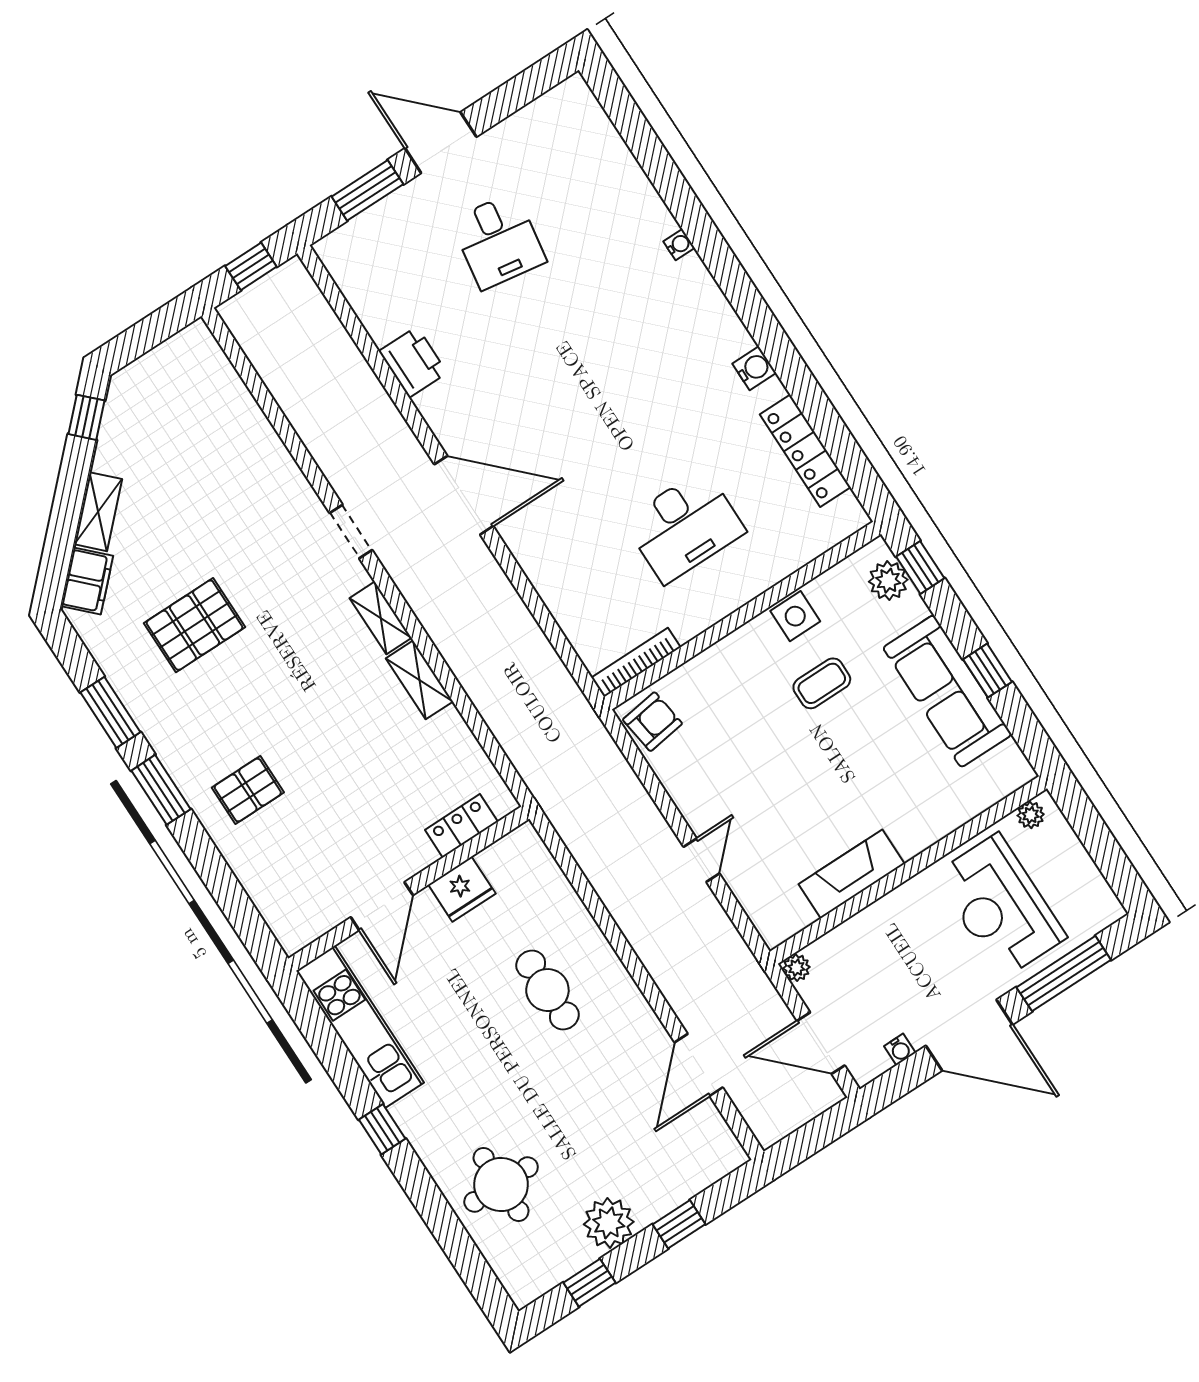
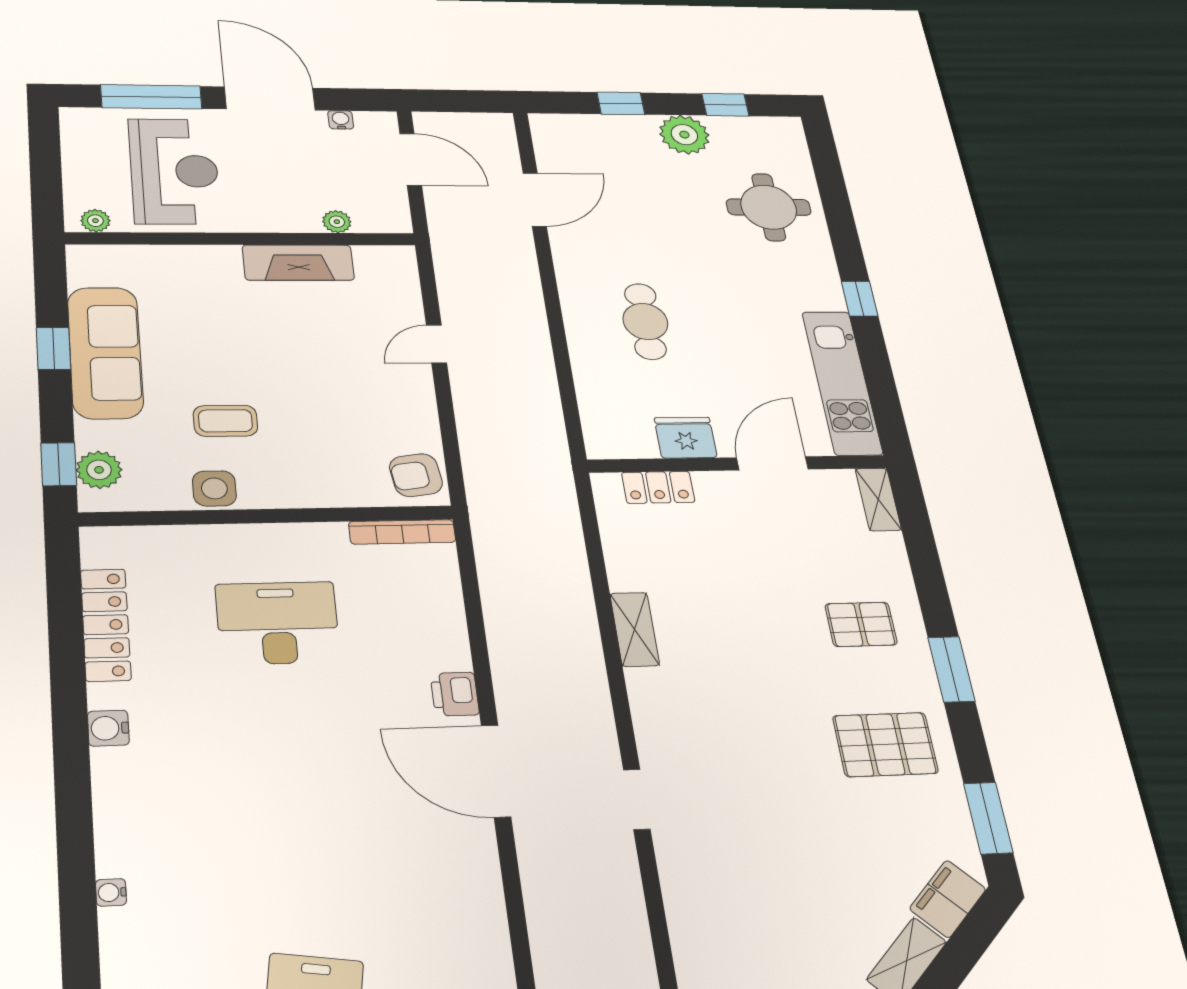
printer: (413, 362) -> (455, 694), moved, width x0.73, depth x0.81
shelving: (381, 618) -> (878, 499), moved
pallet: (194, 625) -> (885, 745), moved
window: (110, 712) -> (988, 818), moved
plant: (796, 968) -> (337, 222), moved

